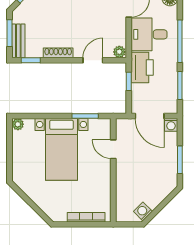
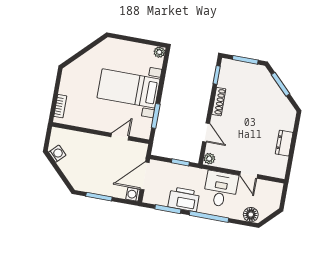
bench: (18, 41) -> (237, 67), removed
printer: (142, 68) -> (184, 199), moved, turned 180
bookcase: (86, 217) -> (60, 106), width x0.64

